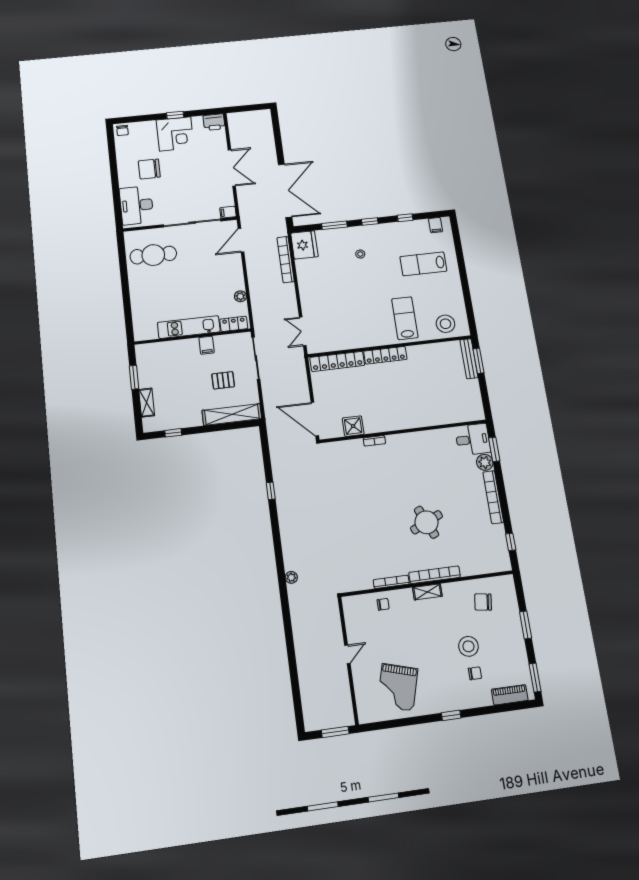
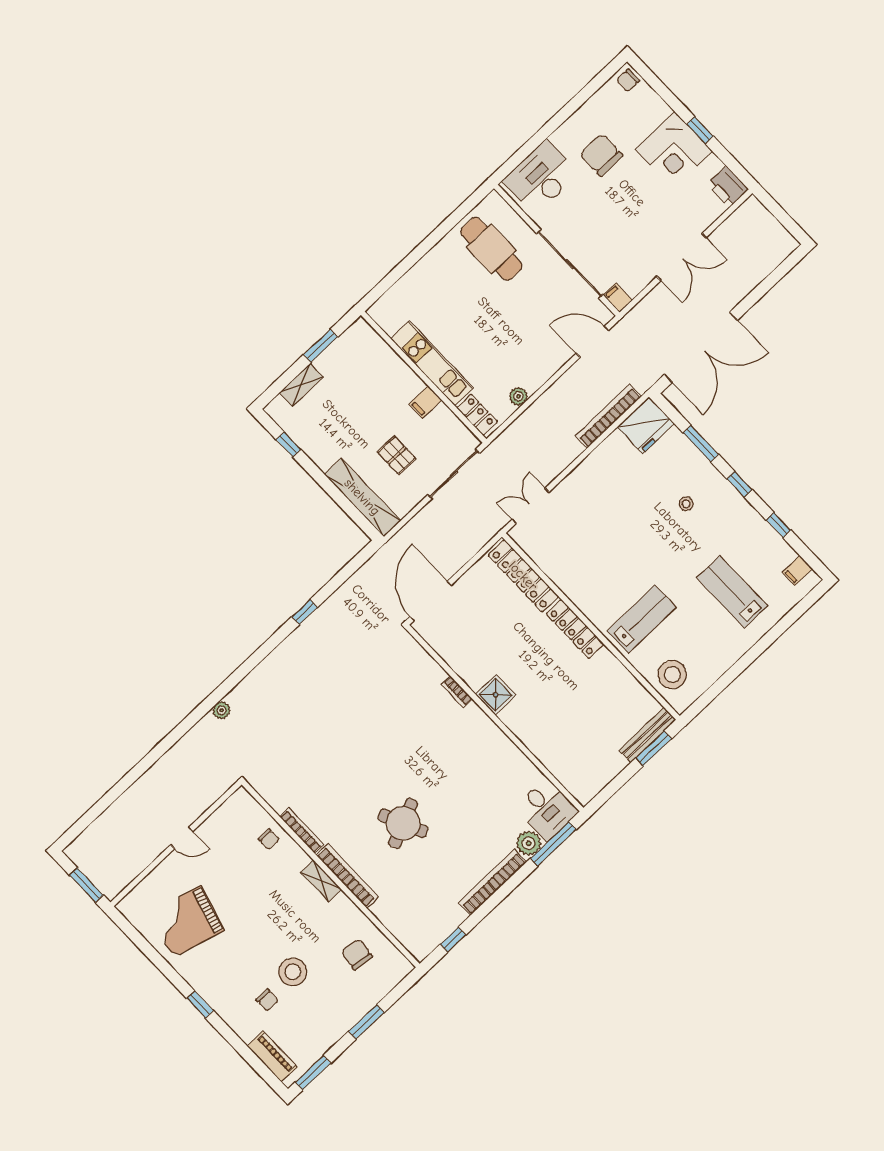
shower: (353, 426) -> (496, 695), moved
window: (494, 449) -> (553, 844), width x1.44

